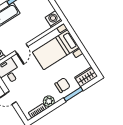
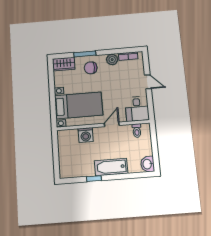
washing machine: (54, 19) -> (86, 135), moved

